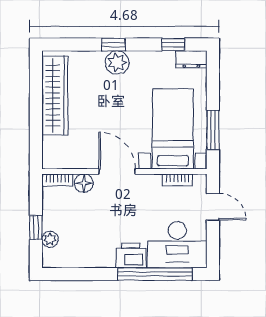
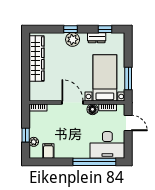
dresser: (191, 59) -> (97, 38), moved
floor lamp: (84, 183) -> (92, 109), moved
filing cabinet: (75, 255) -> (48, 151), added
printer: (131, 256) -> (81, 151), removed

